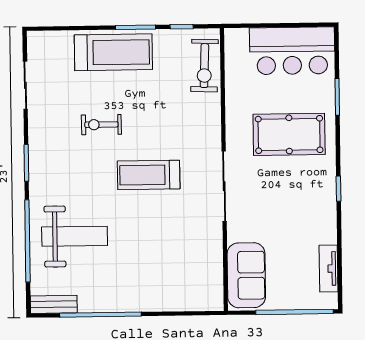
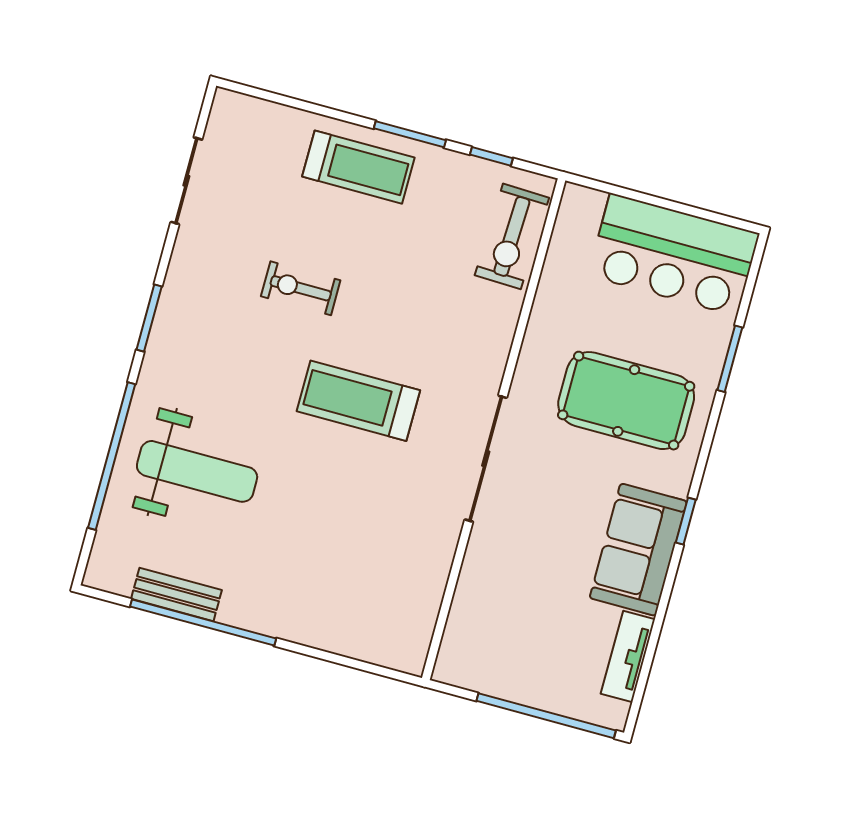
treadmill: (113, 52) -> (358, 167), width x0.73, depth x0.73
sofa: (246, 275) -> (638, 550), moved, turned 180
bench: (54, 304) -> (176, 594), moved

